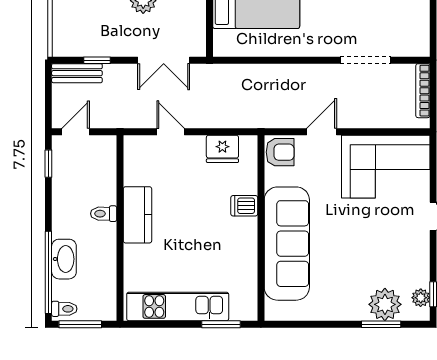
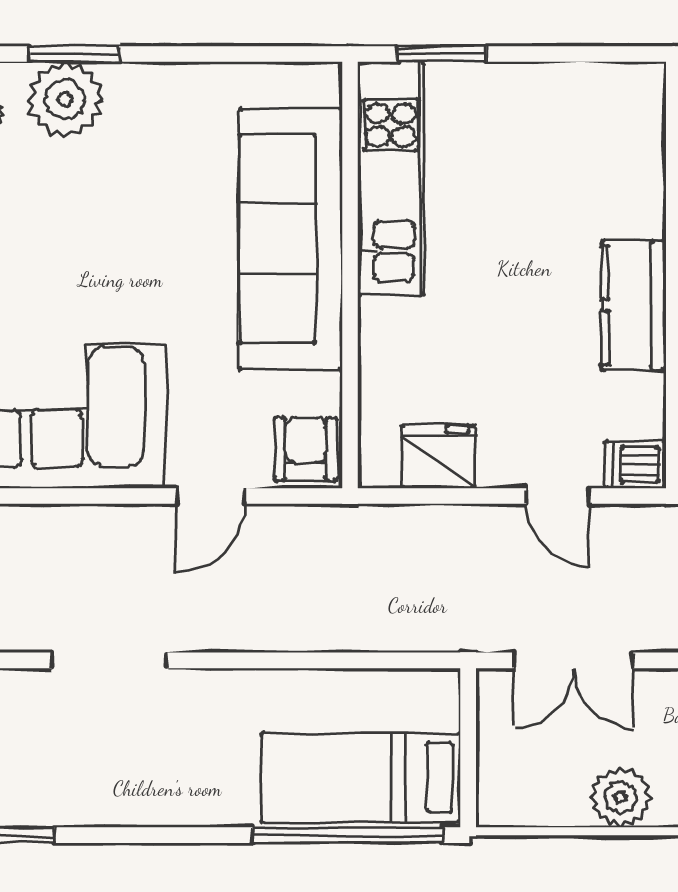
double door: (164, 60) -> (574, 660), swing flipped
armchair: (280, 152) -> (306, 449), turned 90
dishwasher: (244, 206) -> (636, 465), moved, turned 180
kitchen unit: (178, 306) -> (391, 179), moved, turned -90

